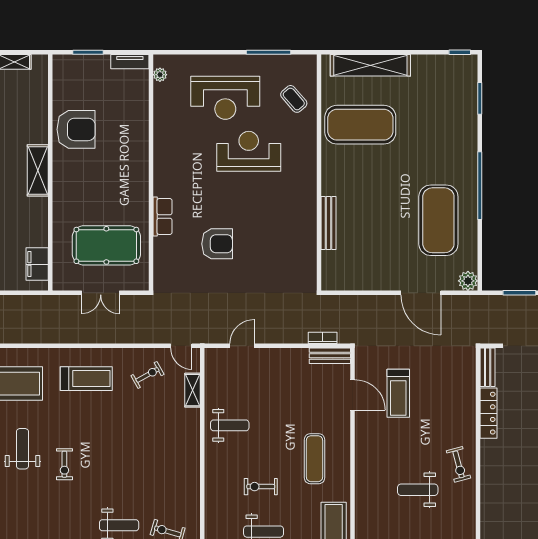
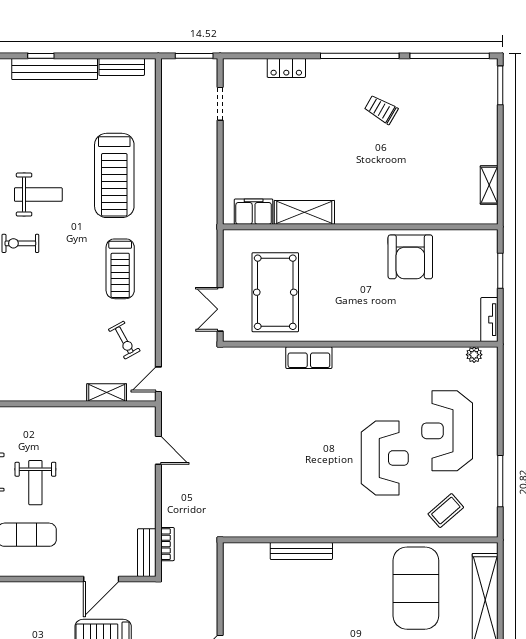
shelving: (38, 170) -> (304, 212), moved
armchair: (217, 244) -> (277, 421), removed
double door: (101, 293) -> (220, 309), moved
weight bench: (230, 425) -> (35, 483), moved

